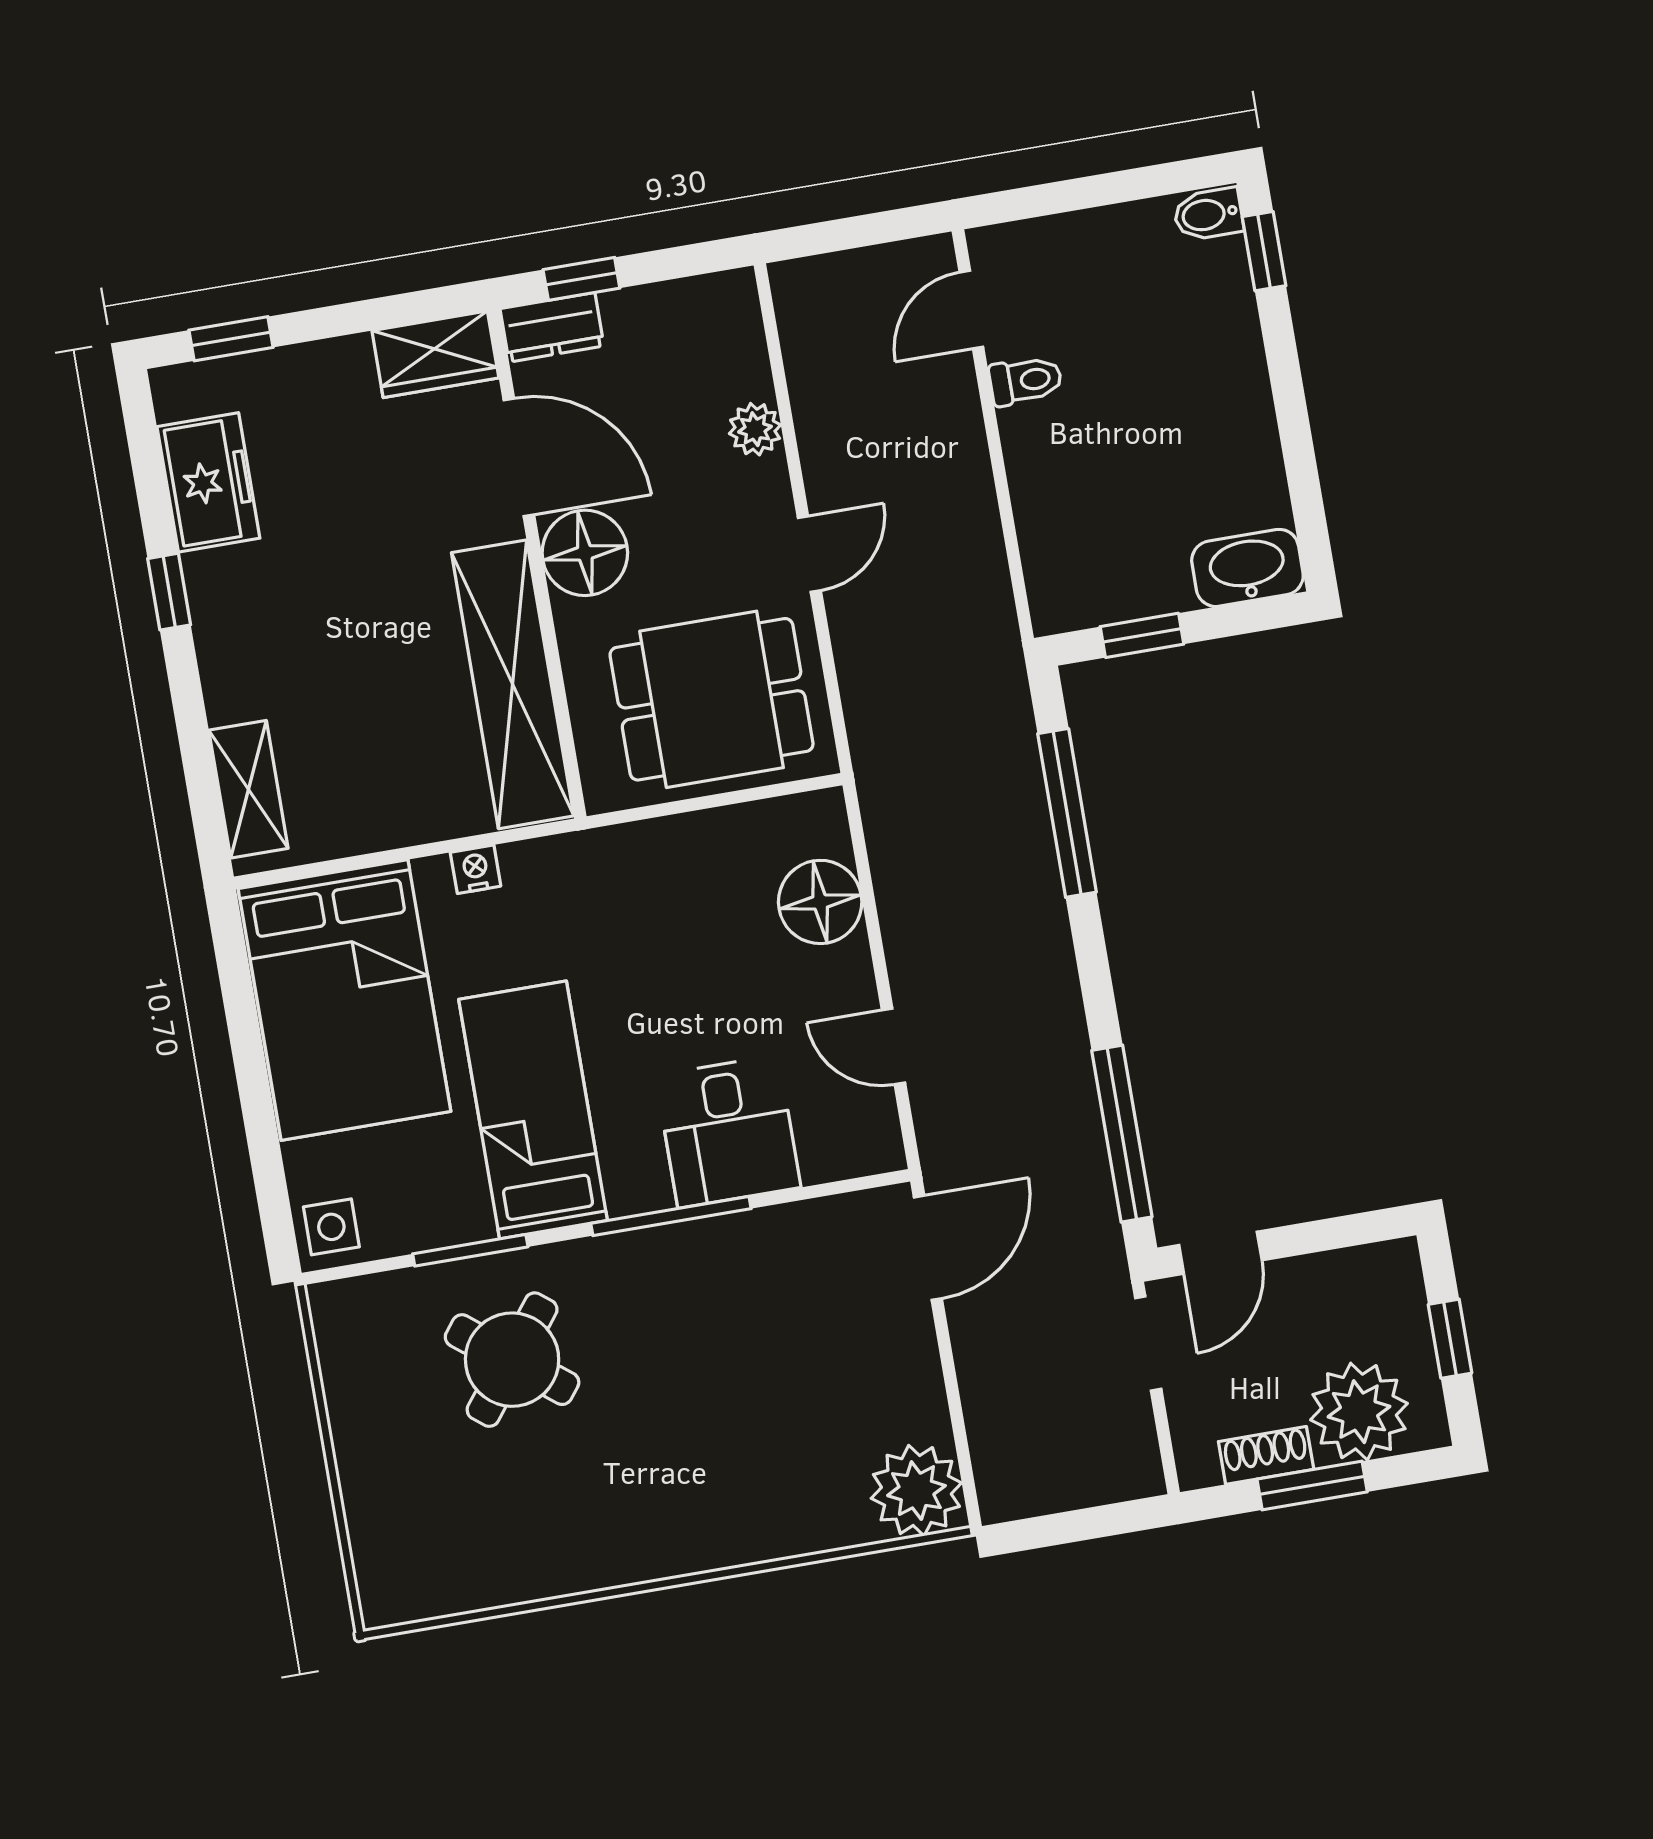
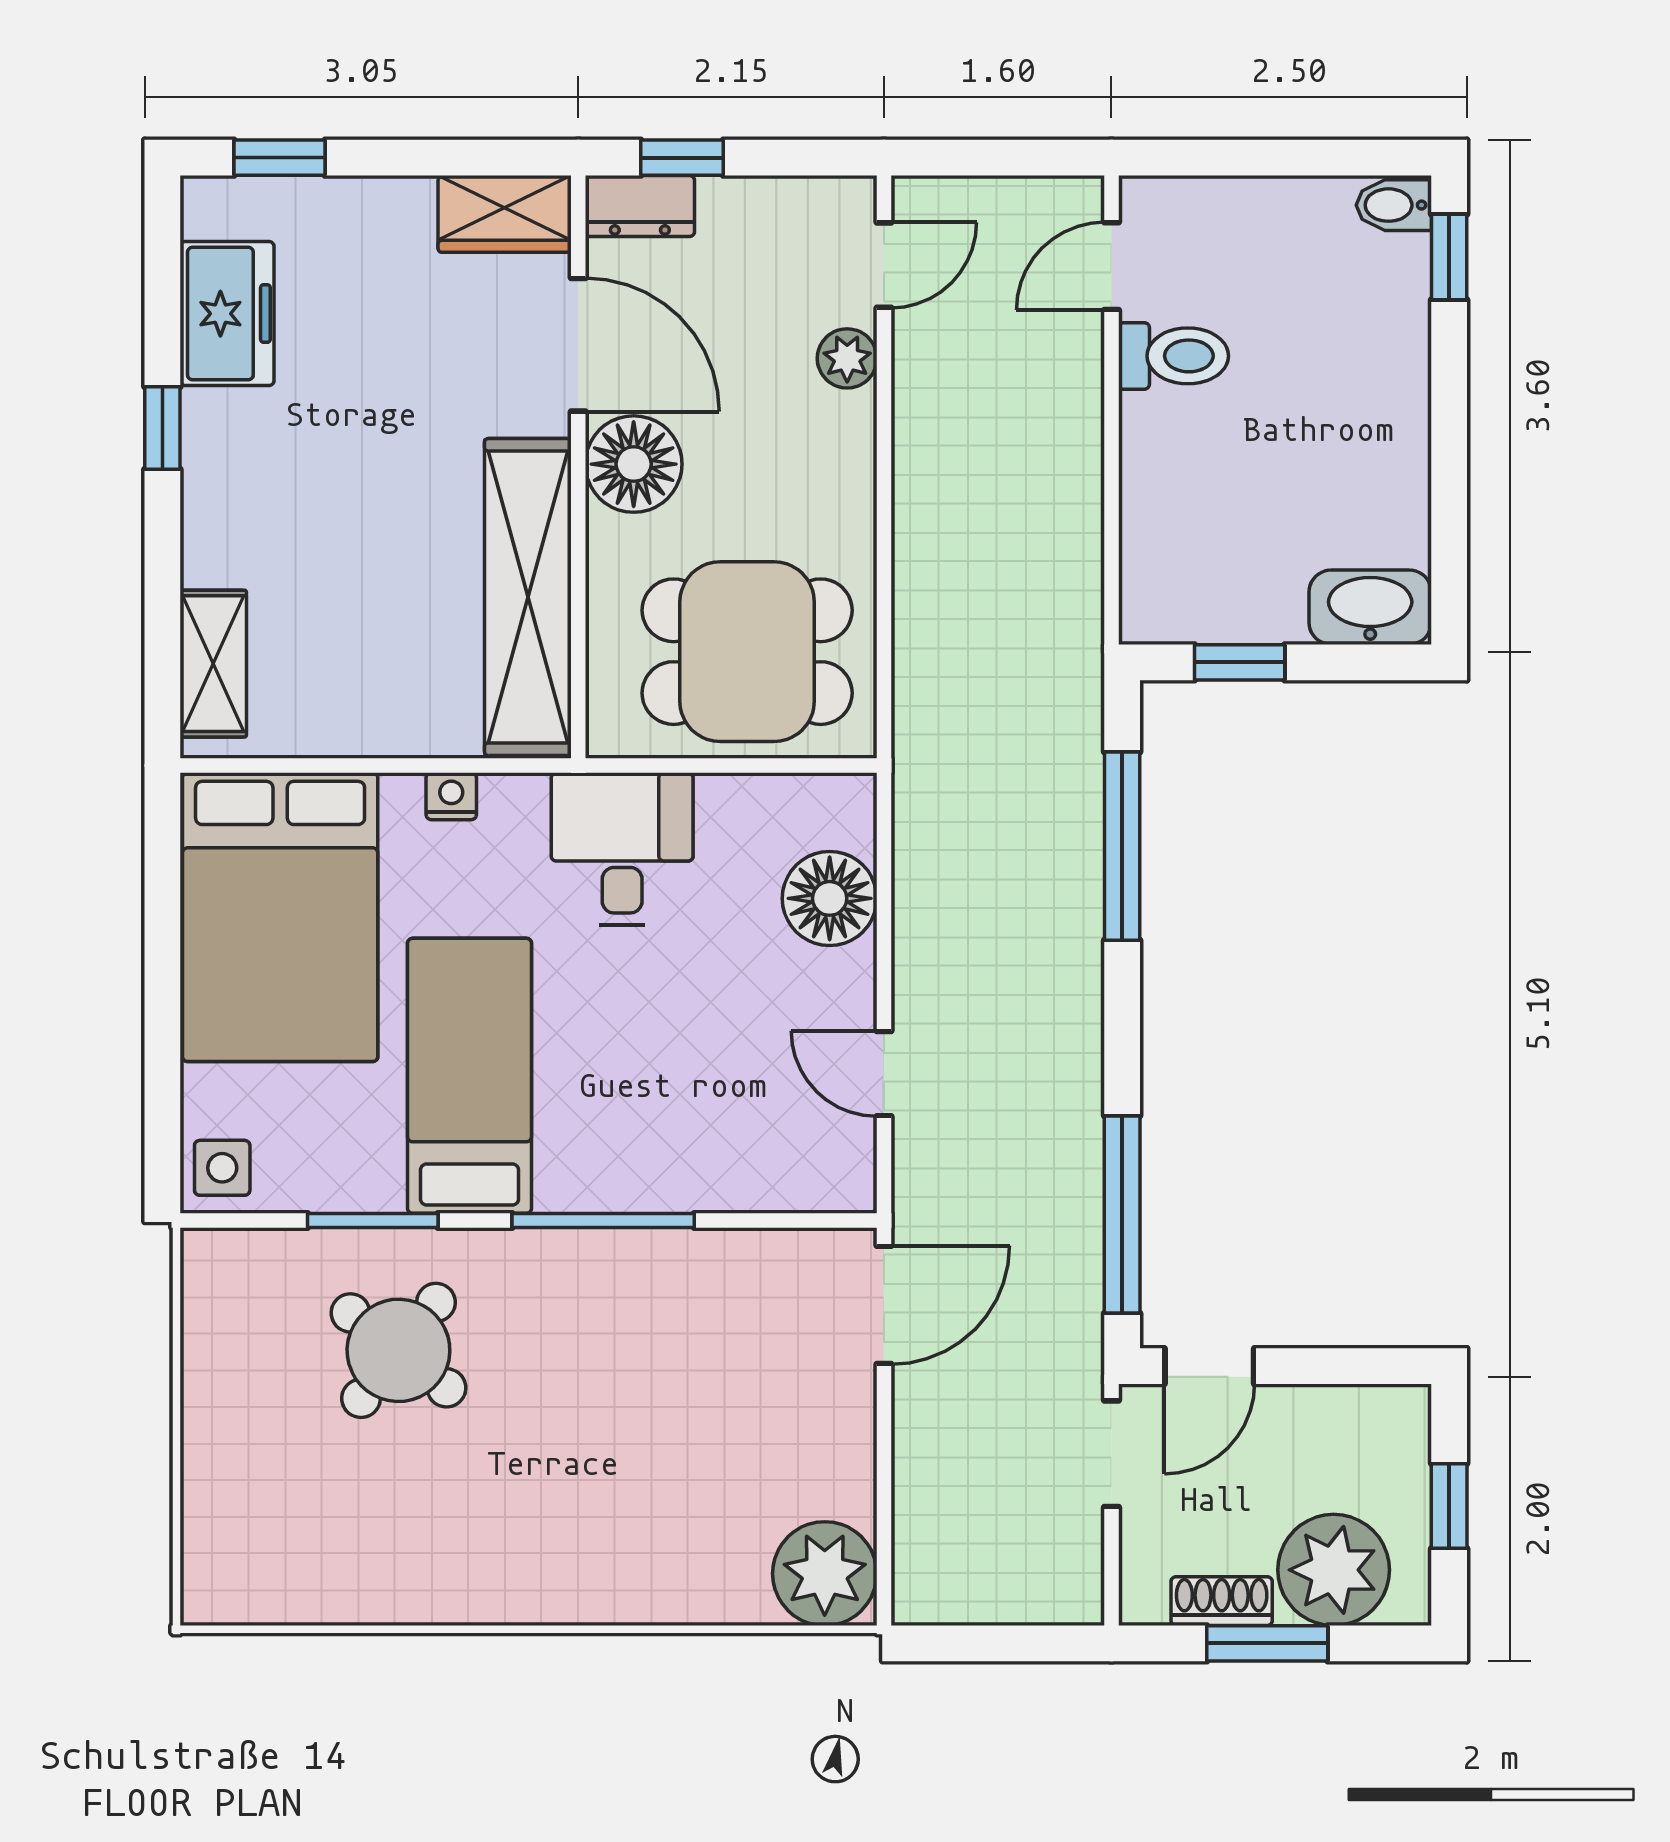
toilet: (1026, 381) -> (1174, 356), width x1.37, depth x1.39
door: (809, 554) -> (884, 265), moved
desk: (728, 1131) -> (622, 849), moved, turned 180

